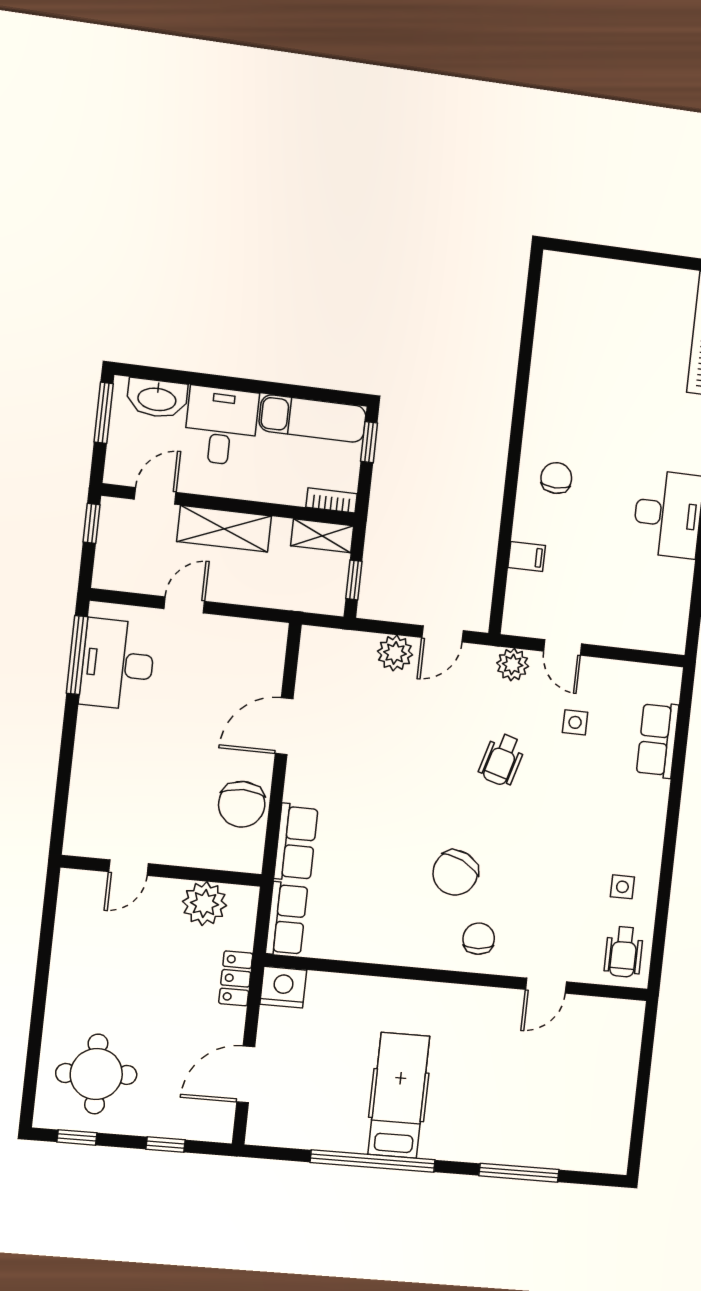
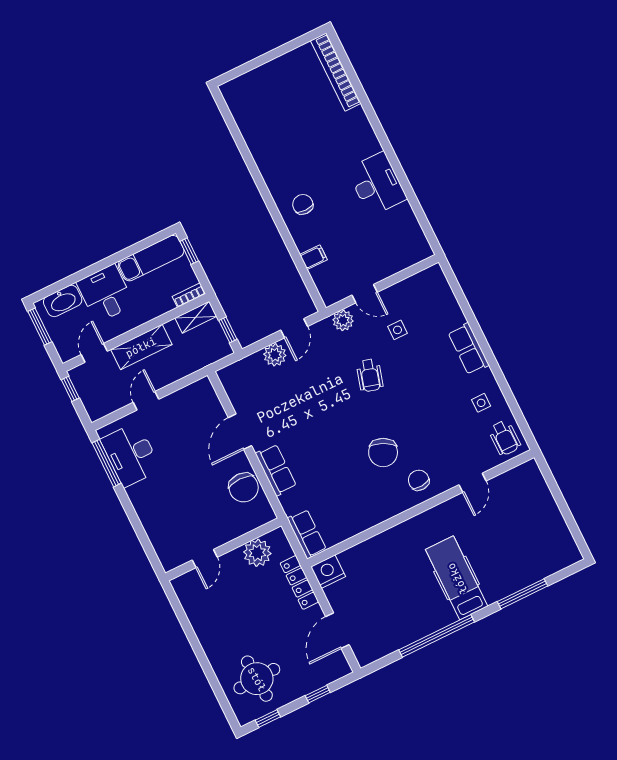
row of seats: (658, 740) -> (468, 349), moved
row of seats: (296, 842) -> (276, 470), moved
locker: (236, 978) -> (299, 582), width x1.53
hospital bed: (399, 1095) -> (457, 578), moved

